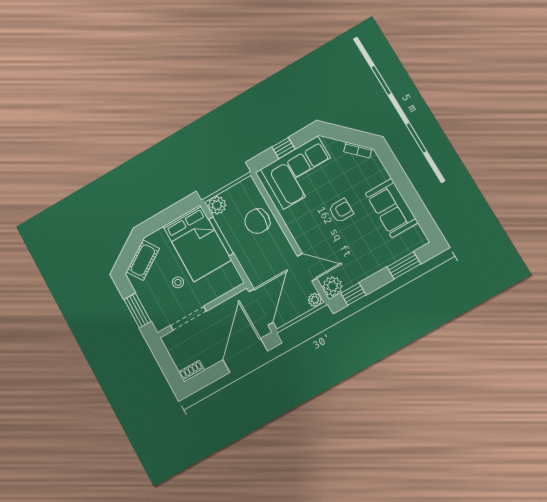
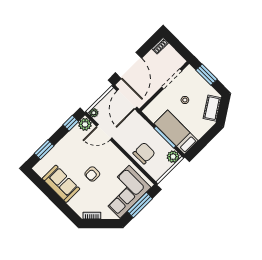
window: (283, 148) -> (140, 205), width x2.17
bed: (197, 243) -> (176, 132), width x0.67

